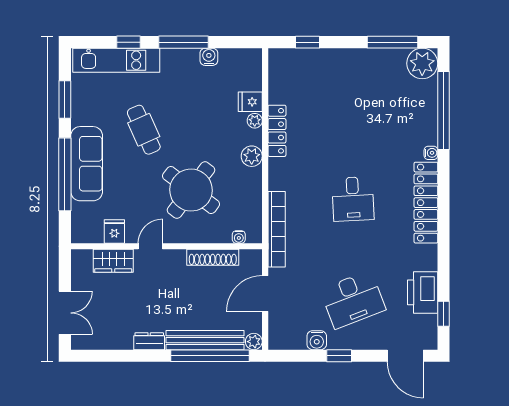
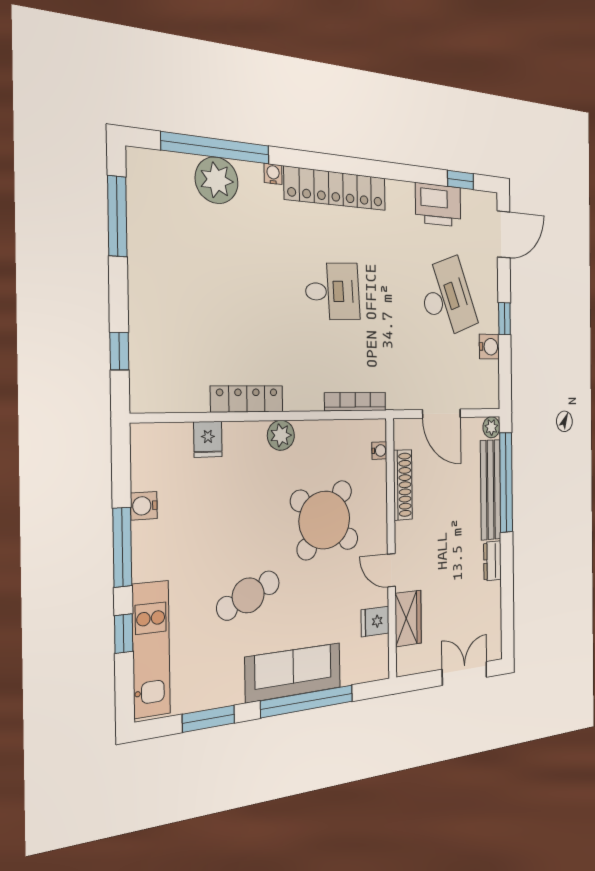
plant: (422, 63) -> (217, 180), moved
plant: (255, 121) -> (234, 432), removed
bookcase: (277, 229) -> (355, 402), width x0.68, depth x0.76

